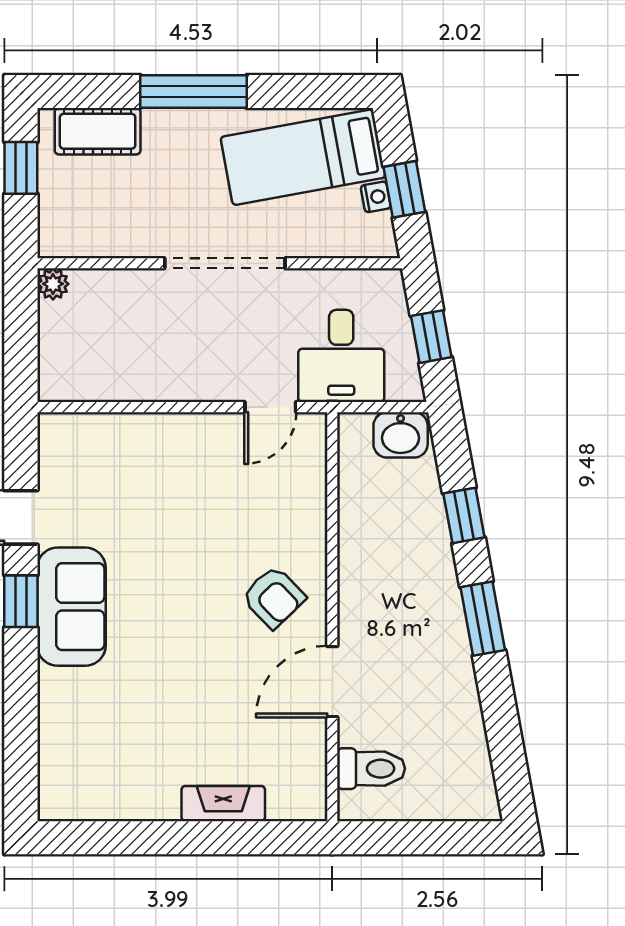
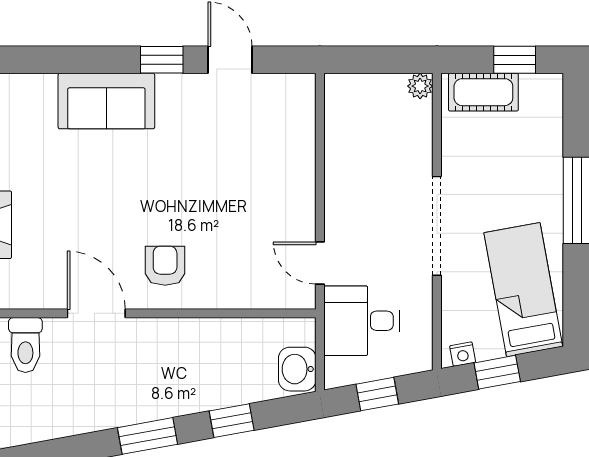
cot: (98, 131) -> (483, 92), moved, turned 90
nightstand: (376, 197) -> (463, 354), moved
armchair: (274, 597) -> (165, 266), turned 134
sofa: (71, 607) -> (106, 101), moved

